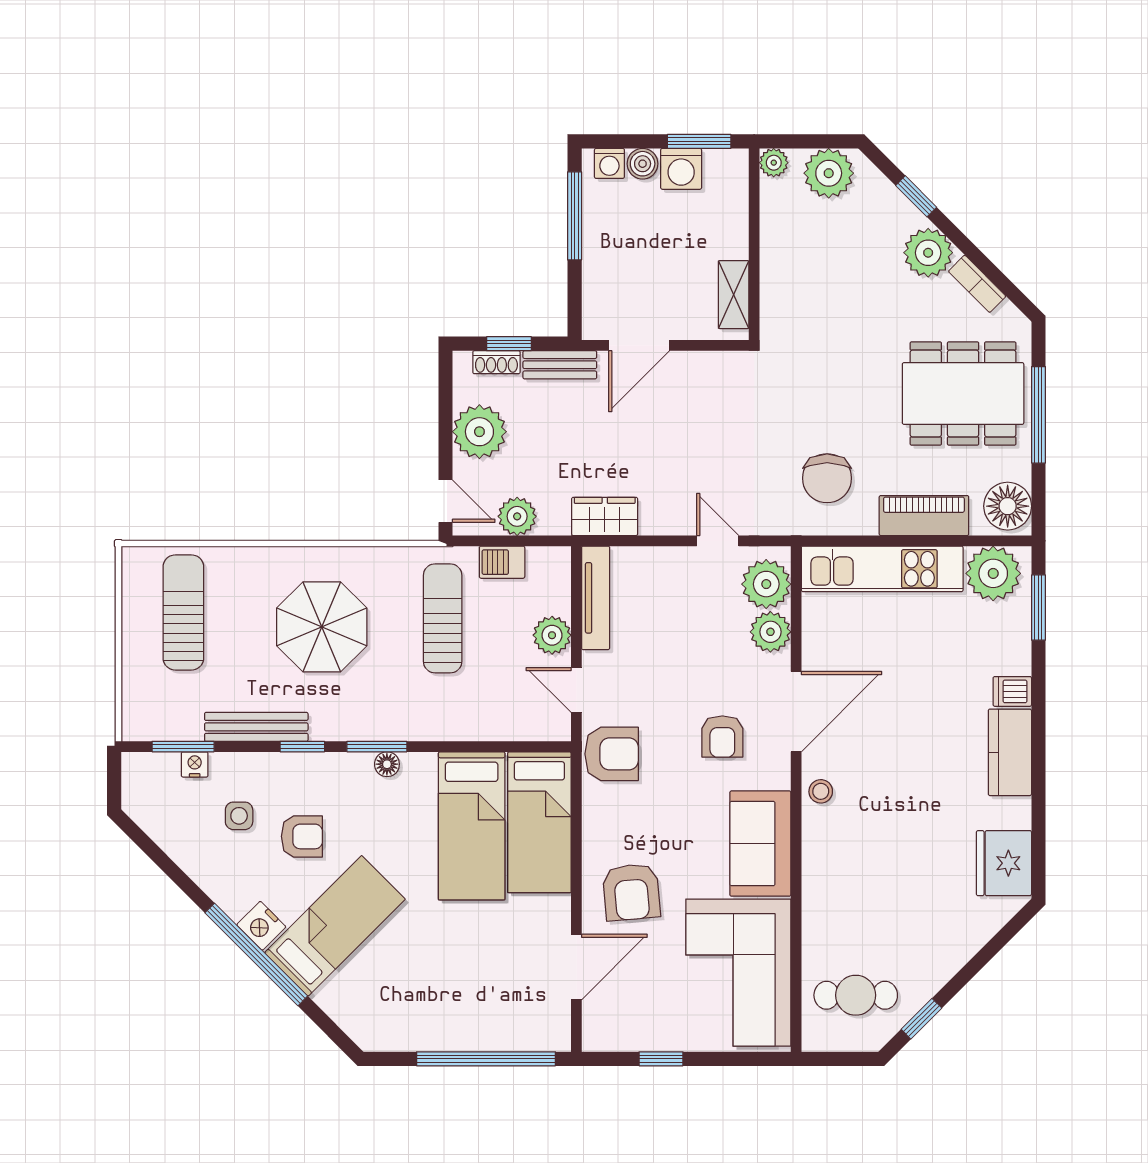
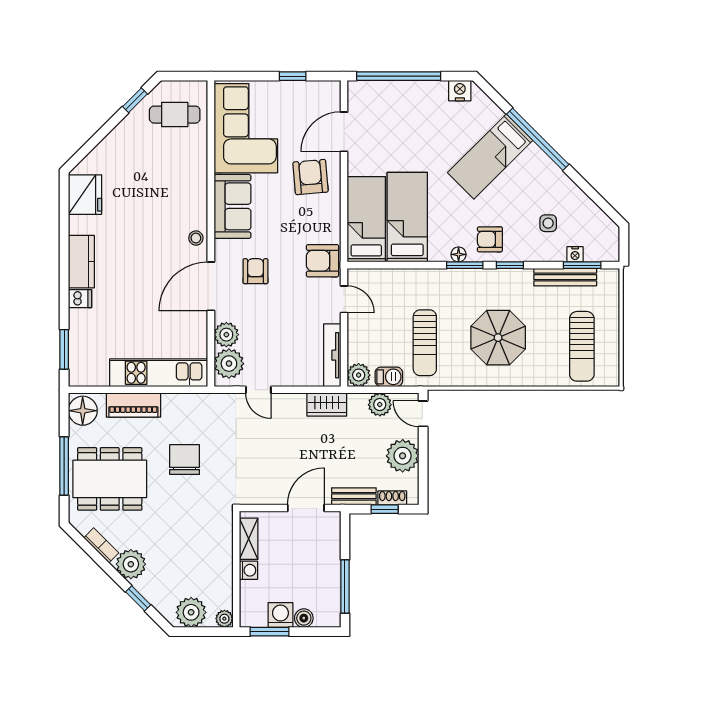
washing machine: (609, 163) -> (248, 570), moved, turned 90
chair: (827, 478) -> (185, 460), moved
plant: (993, 573) -> (91, 370), removed
plant: (552, 635) -> (359, 375), moved
bench: (256, 727) -> (565, 277), moved
armchair: (302, 836) -> (490, 239), moved
nightstand: (261, 926) -> (460, 91), moved, turned -45

